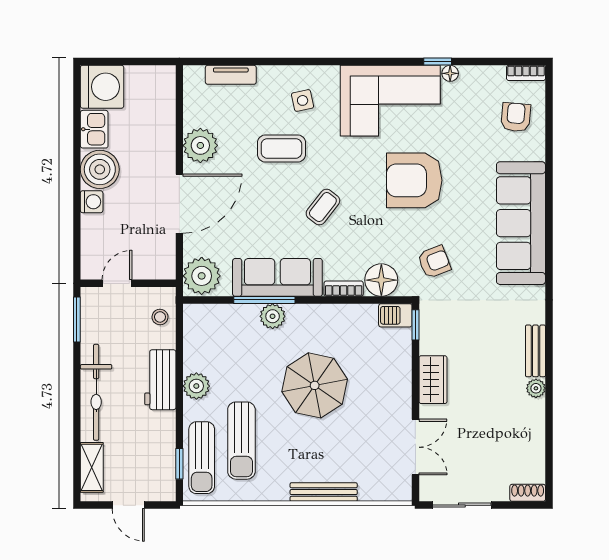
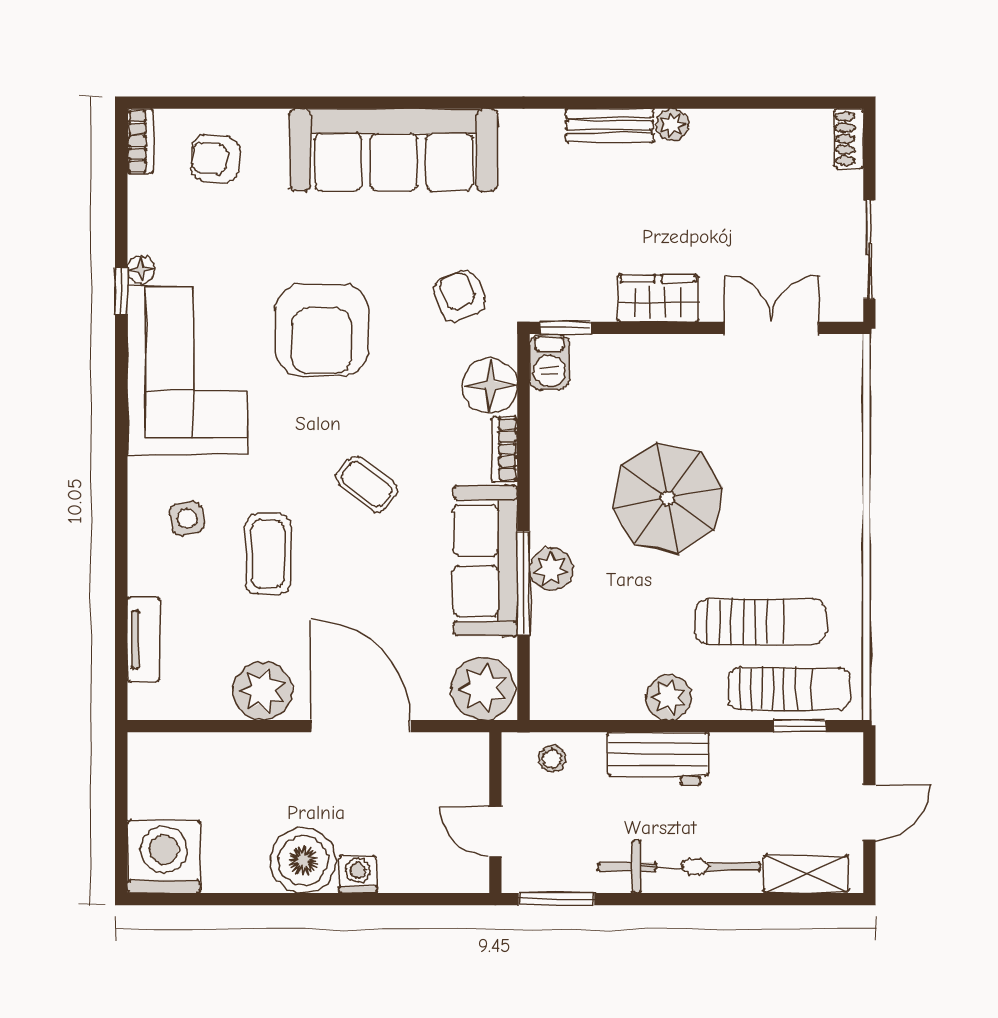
kitchen sink: (94, 129) -> (235, 870), removed
bench: (324, 492) -> (848, 483), removed

